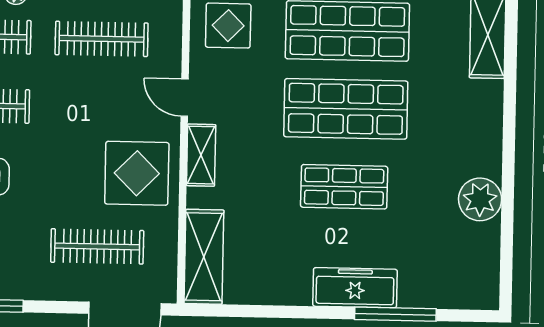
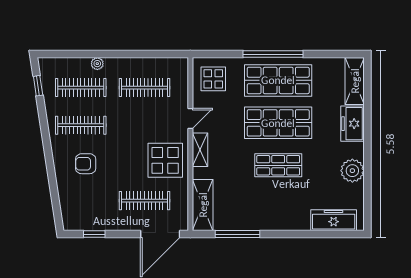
door: (185, 98) -> (190, 119), swing flipped
freezer: (482, 113) -> (353, 124), added
freezer: (355, 288) -> (334, 220), moved
window: (395, 314) -> (238, 234), moved

